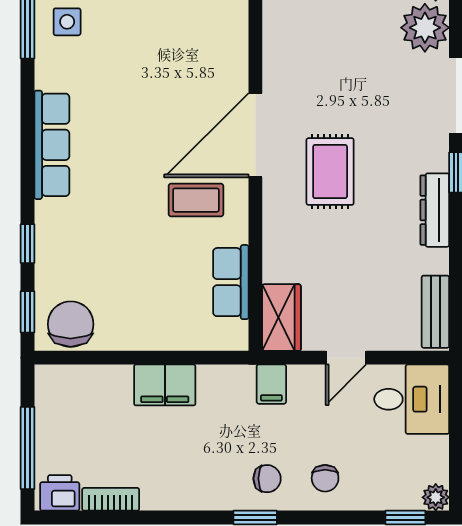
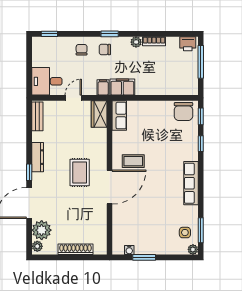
row of seats: (231, 282) -> (119, 116), moved
filing cabinet: (165, 385) -> (122, 87), moved
plant: (436, 497) -> (136, 42), moved
bookcase: (111, 499) -> (154, 41), moved

